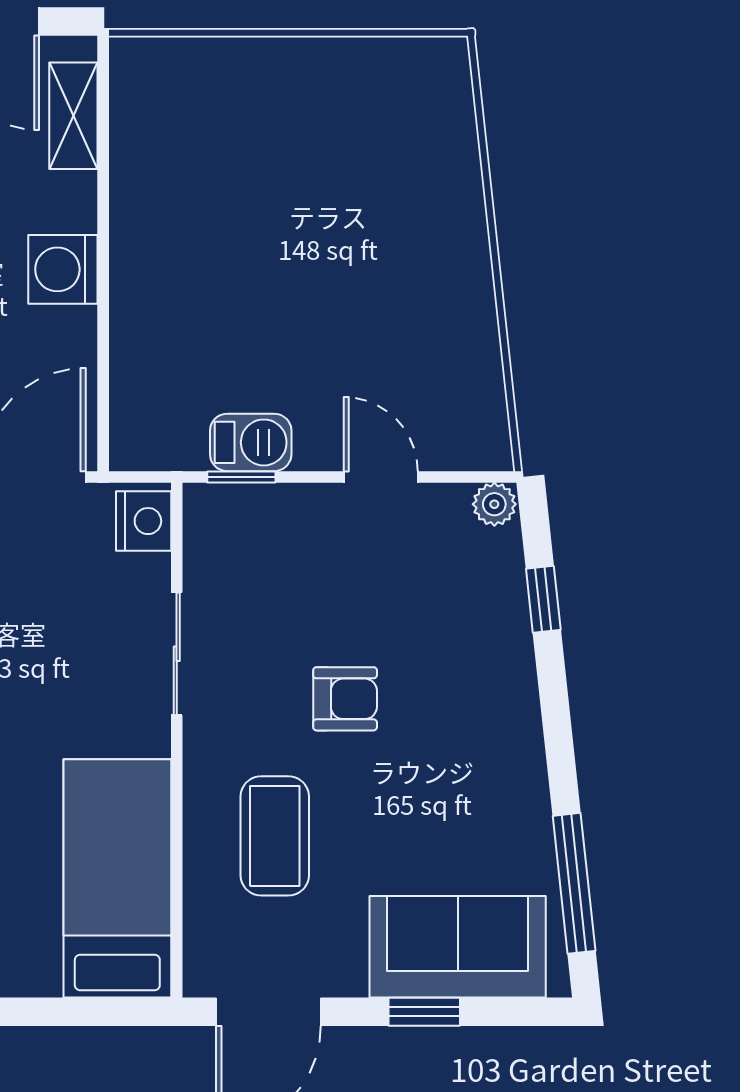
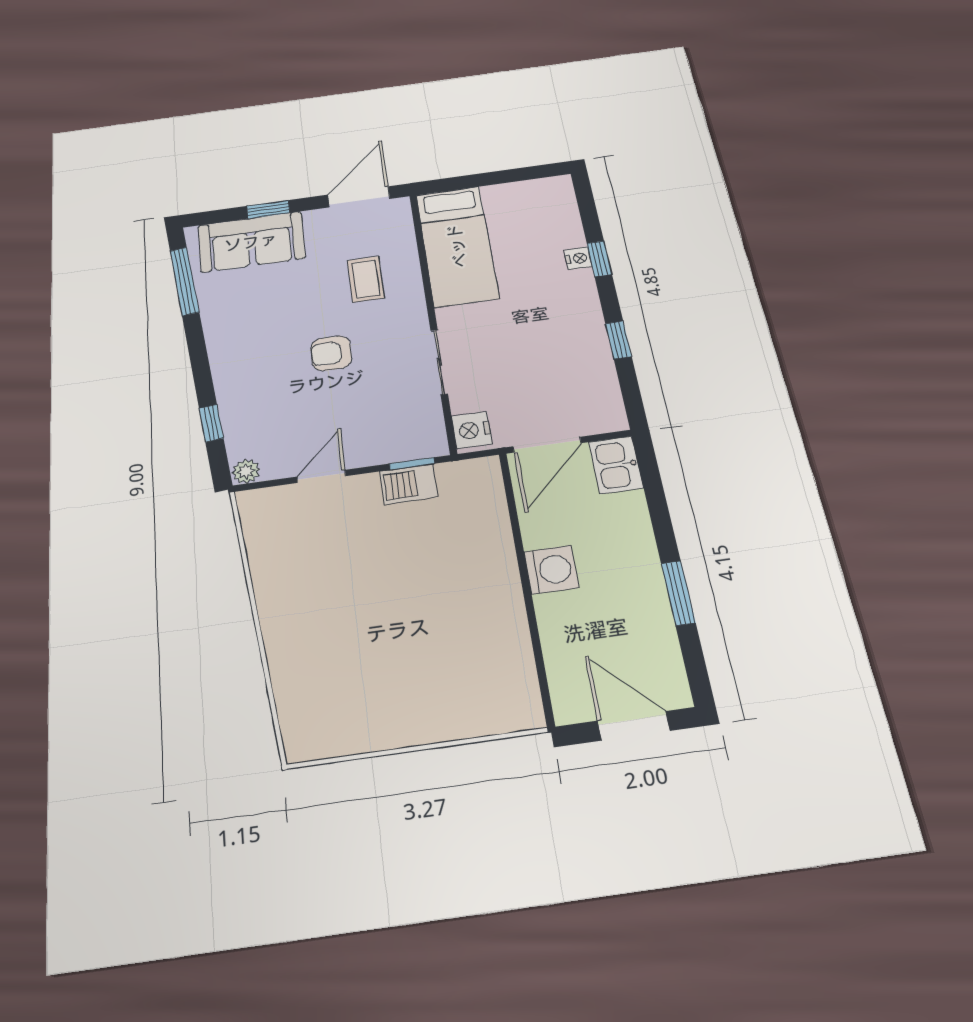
shelving: (73, 116) -> (562, 670), removed
door: (381, 477) -> (321, 476), swing flipped
coffee table: (275, 836) -> (366, 279), width x0.73, depth x0.77

